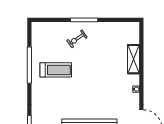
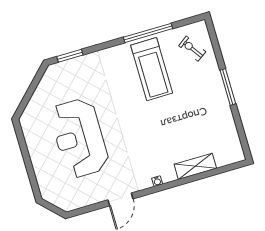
exercise bike: (77, 39) -> (192, 49), moved
treadmill: (56, 70) -> (152, 69), width x1.37, depth x1.38

